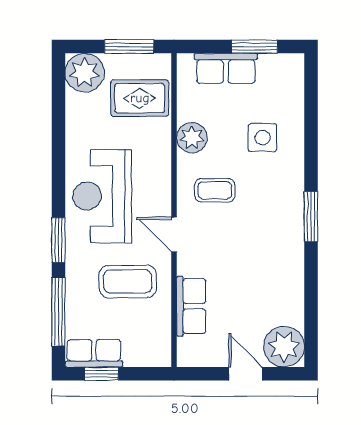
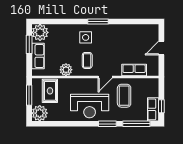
side table: (263, 138) -> (86, 37), moved
plant: (284, 347) -> (40, 32), moved

